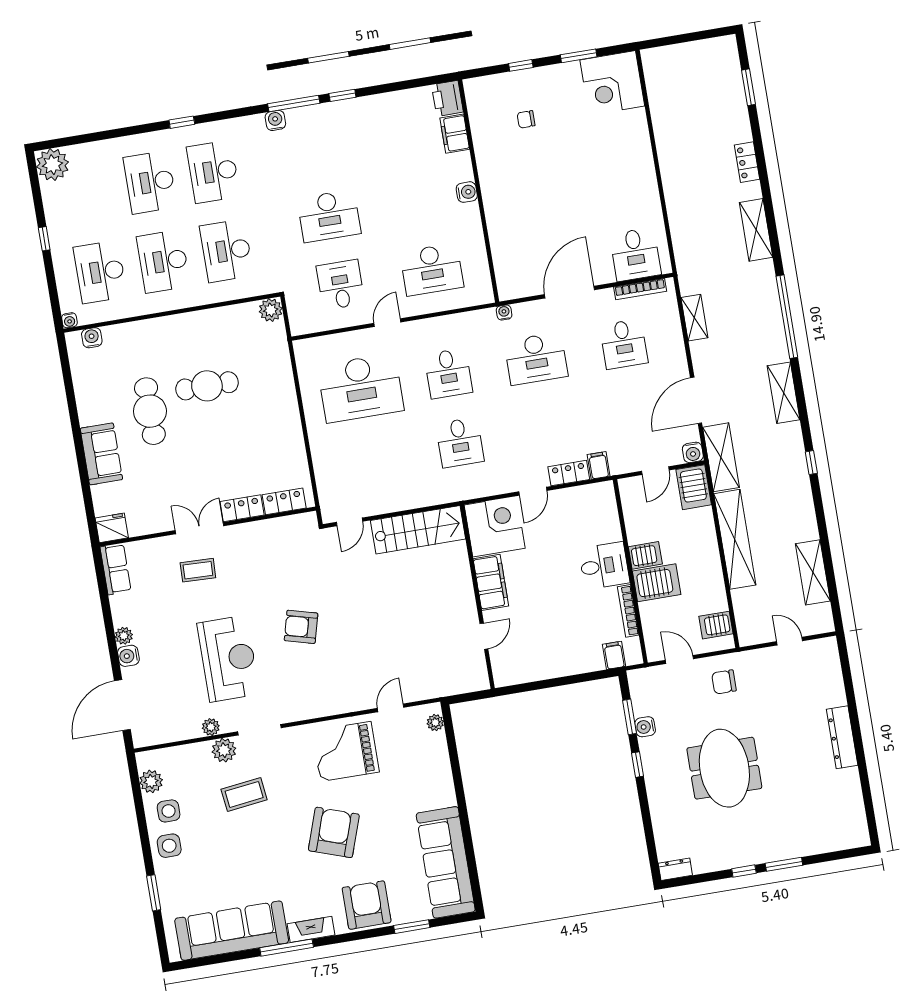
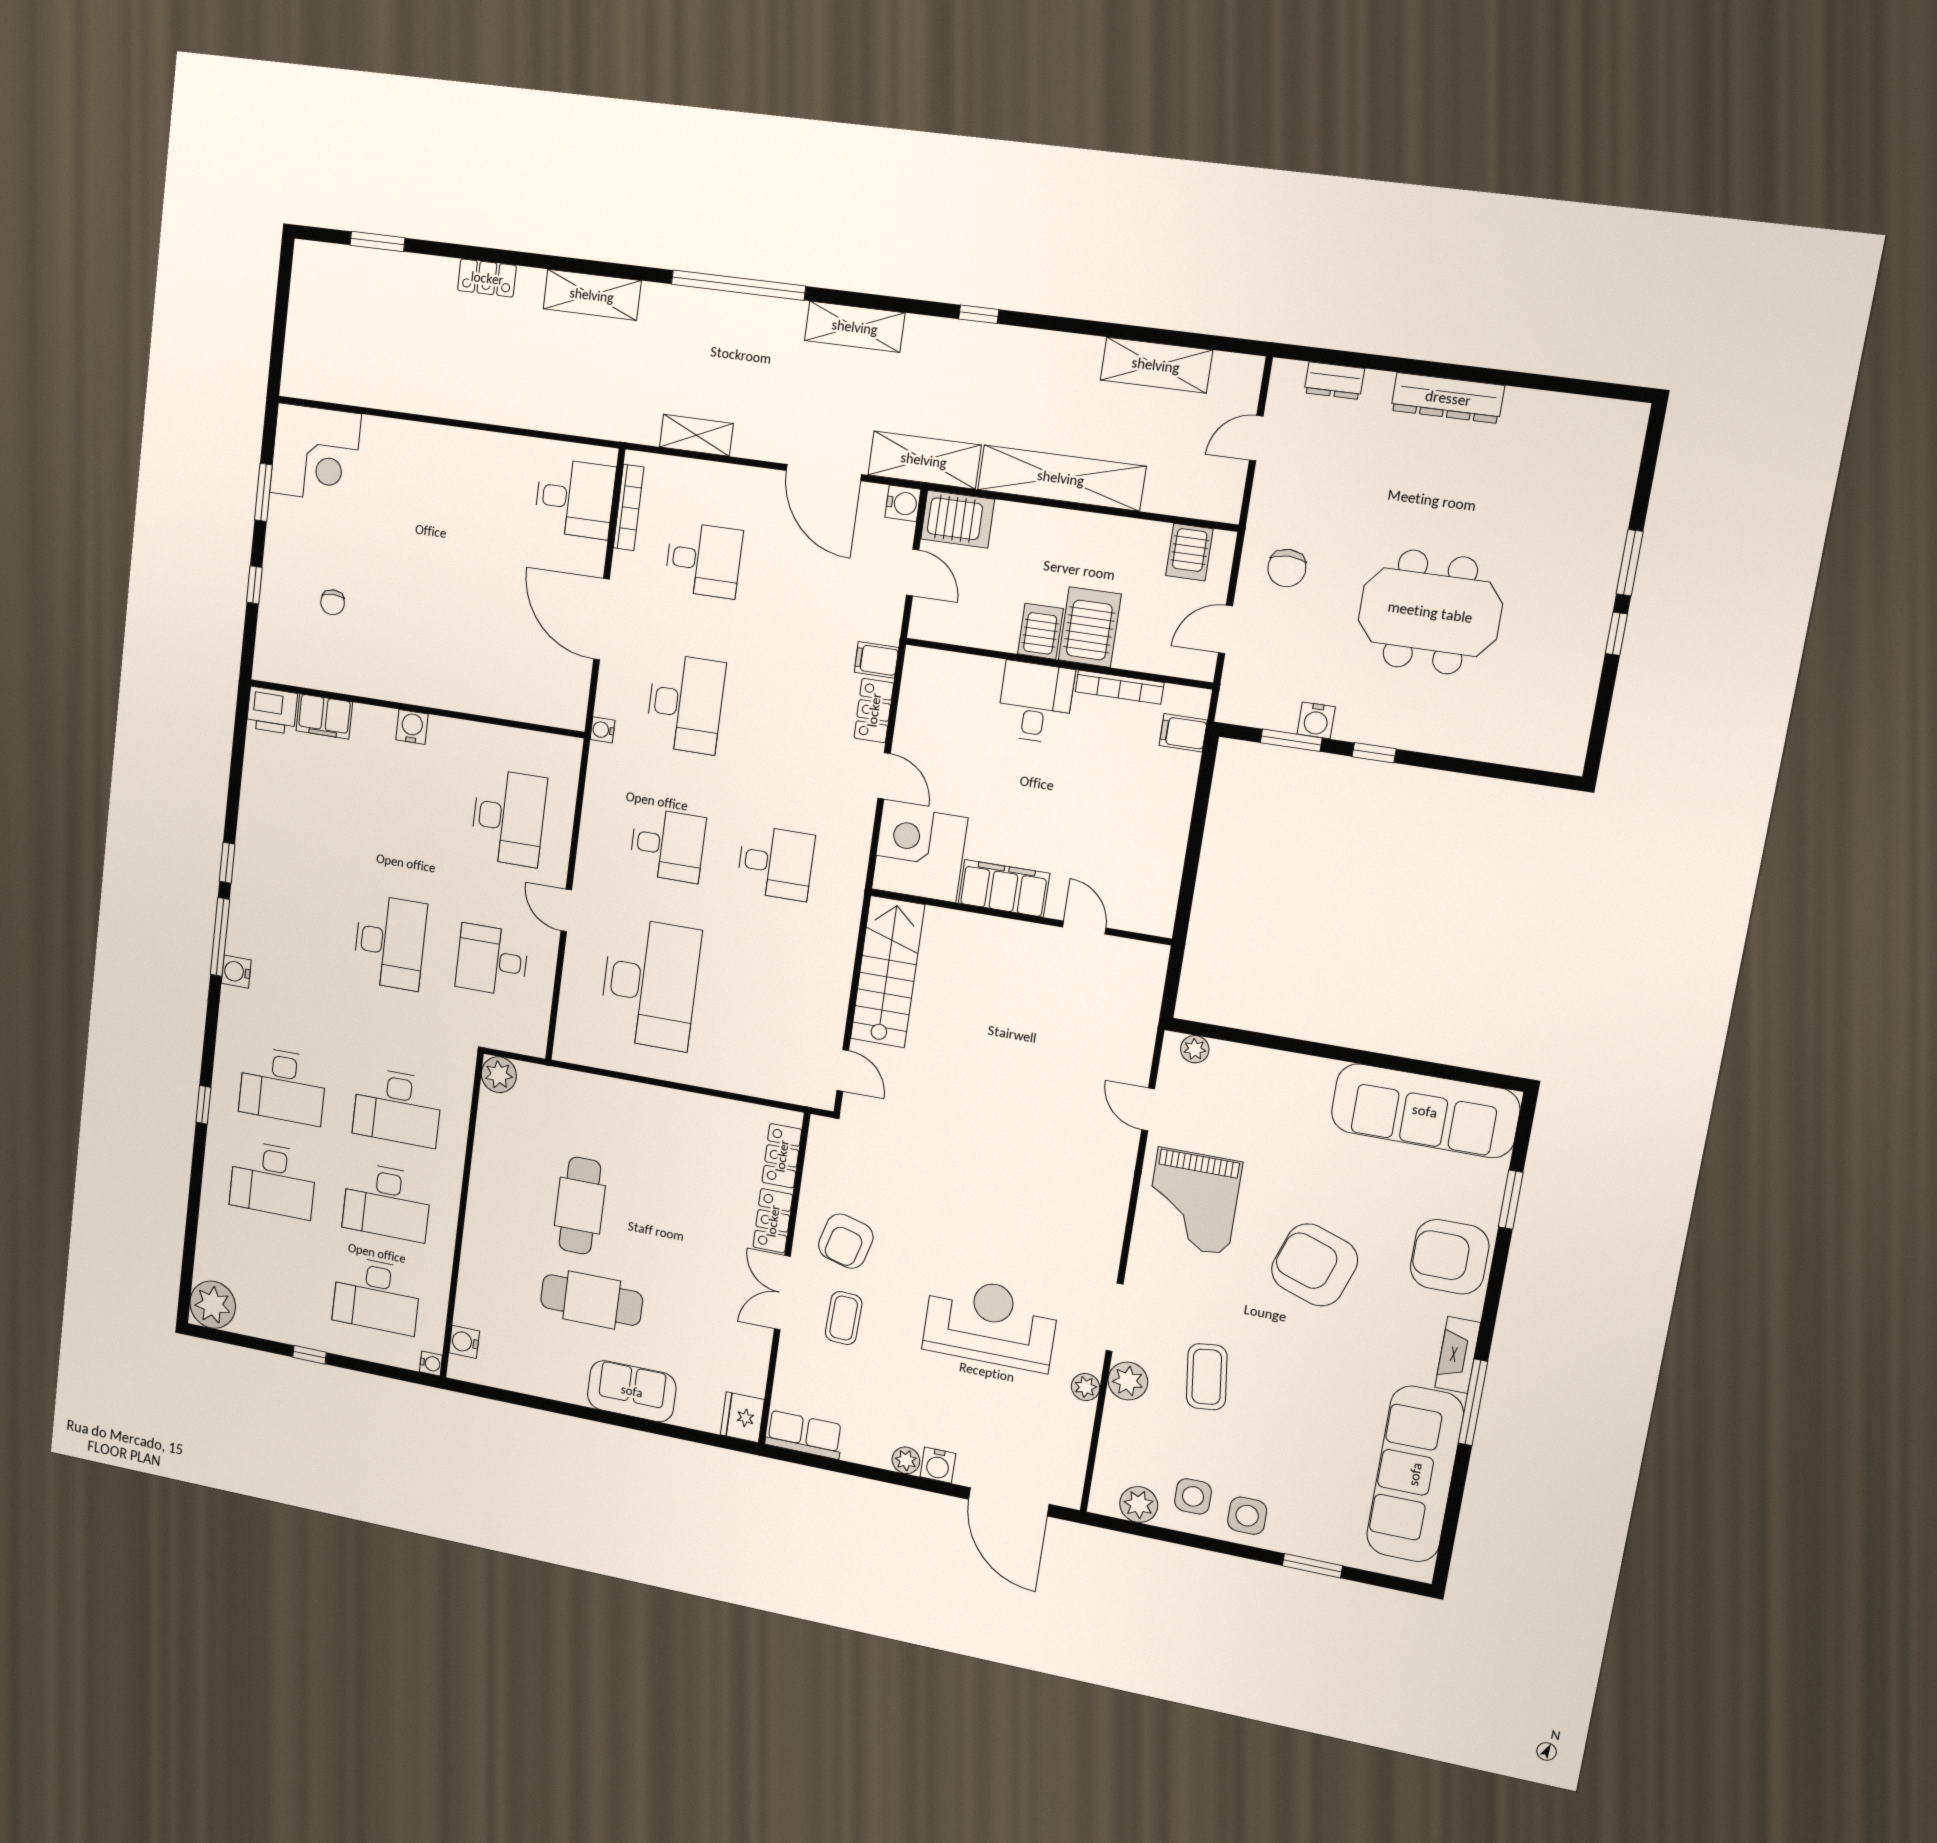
armchair: (301, 627) -> (846, 1241), moved
dresser: (675, 869) -> (1334, 381), moved, turned -90

